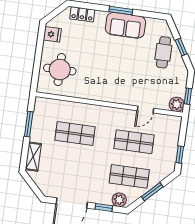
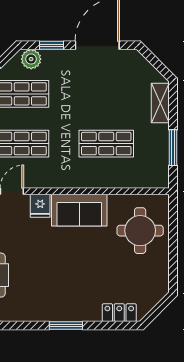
sofa: (125, 25) -> (79, 210), moved, turned 180
fridge: (52, 34) -> (40, 206), moved, turned -90

